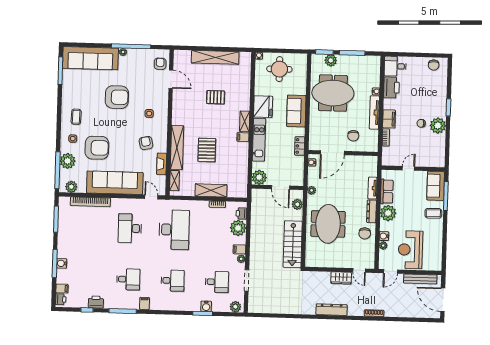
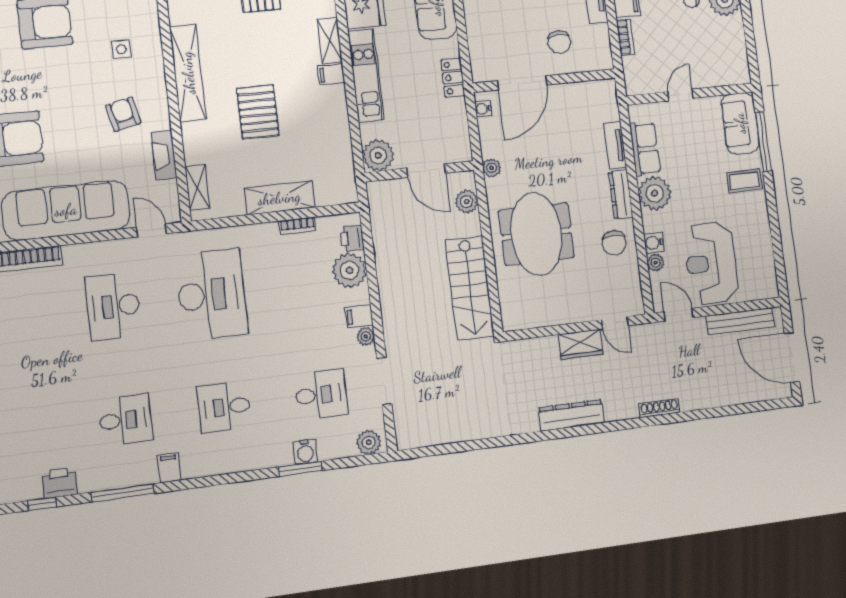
shelving: (177, 148) -> (188, 73), moved
door: (391, 271) -> (679, 315), swing flipped
desk: (173, 281) -> (224, 407), turned 180

